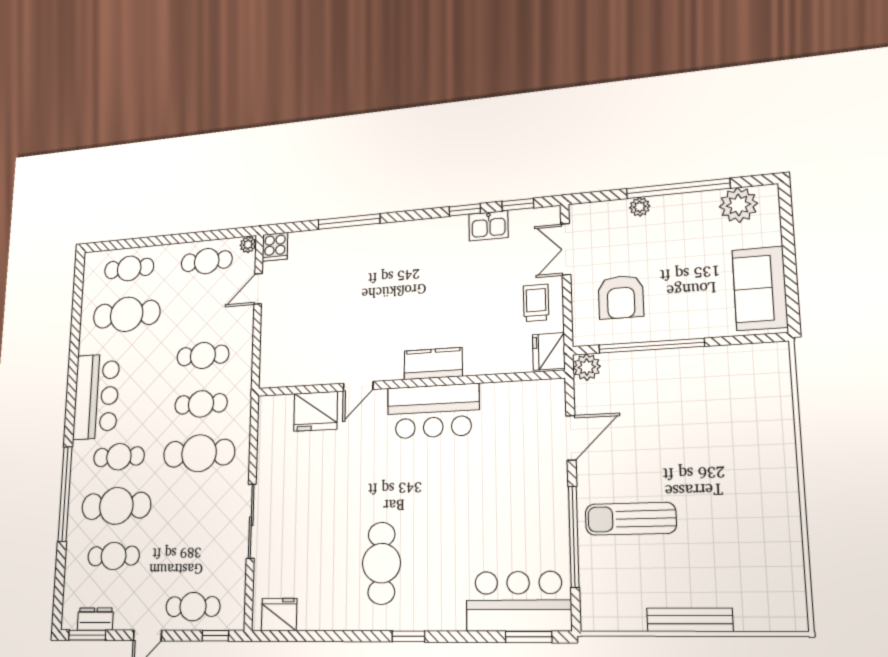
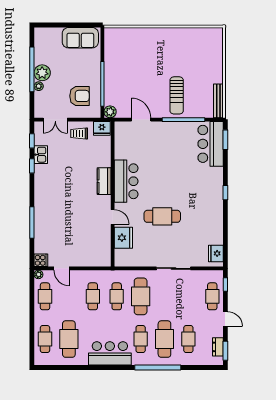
plant: (738, 205) -> (42, 73), moved
cafe table: (381, 563) -> (162, 216), moved
bench: (690, 620) -> (218, 101), moved

